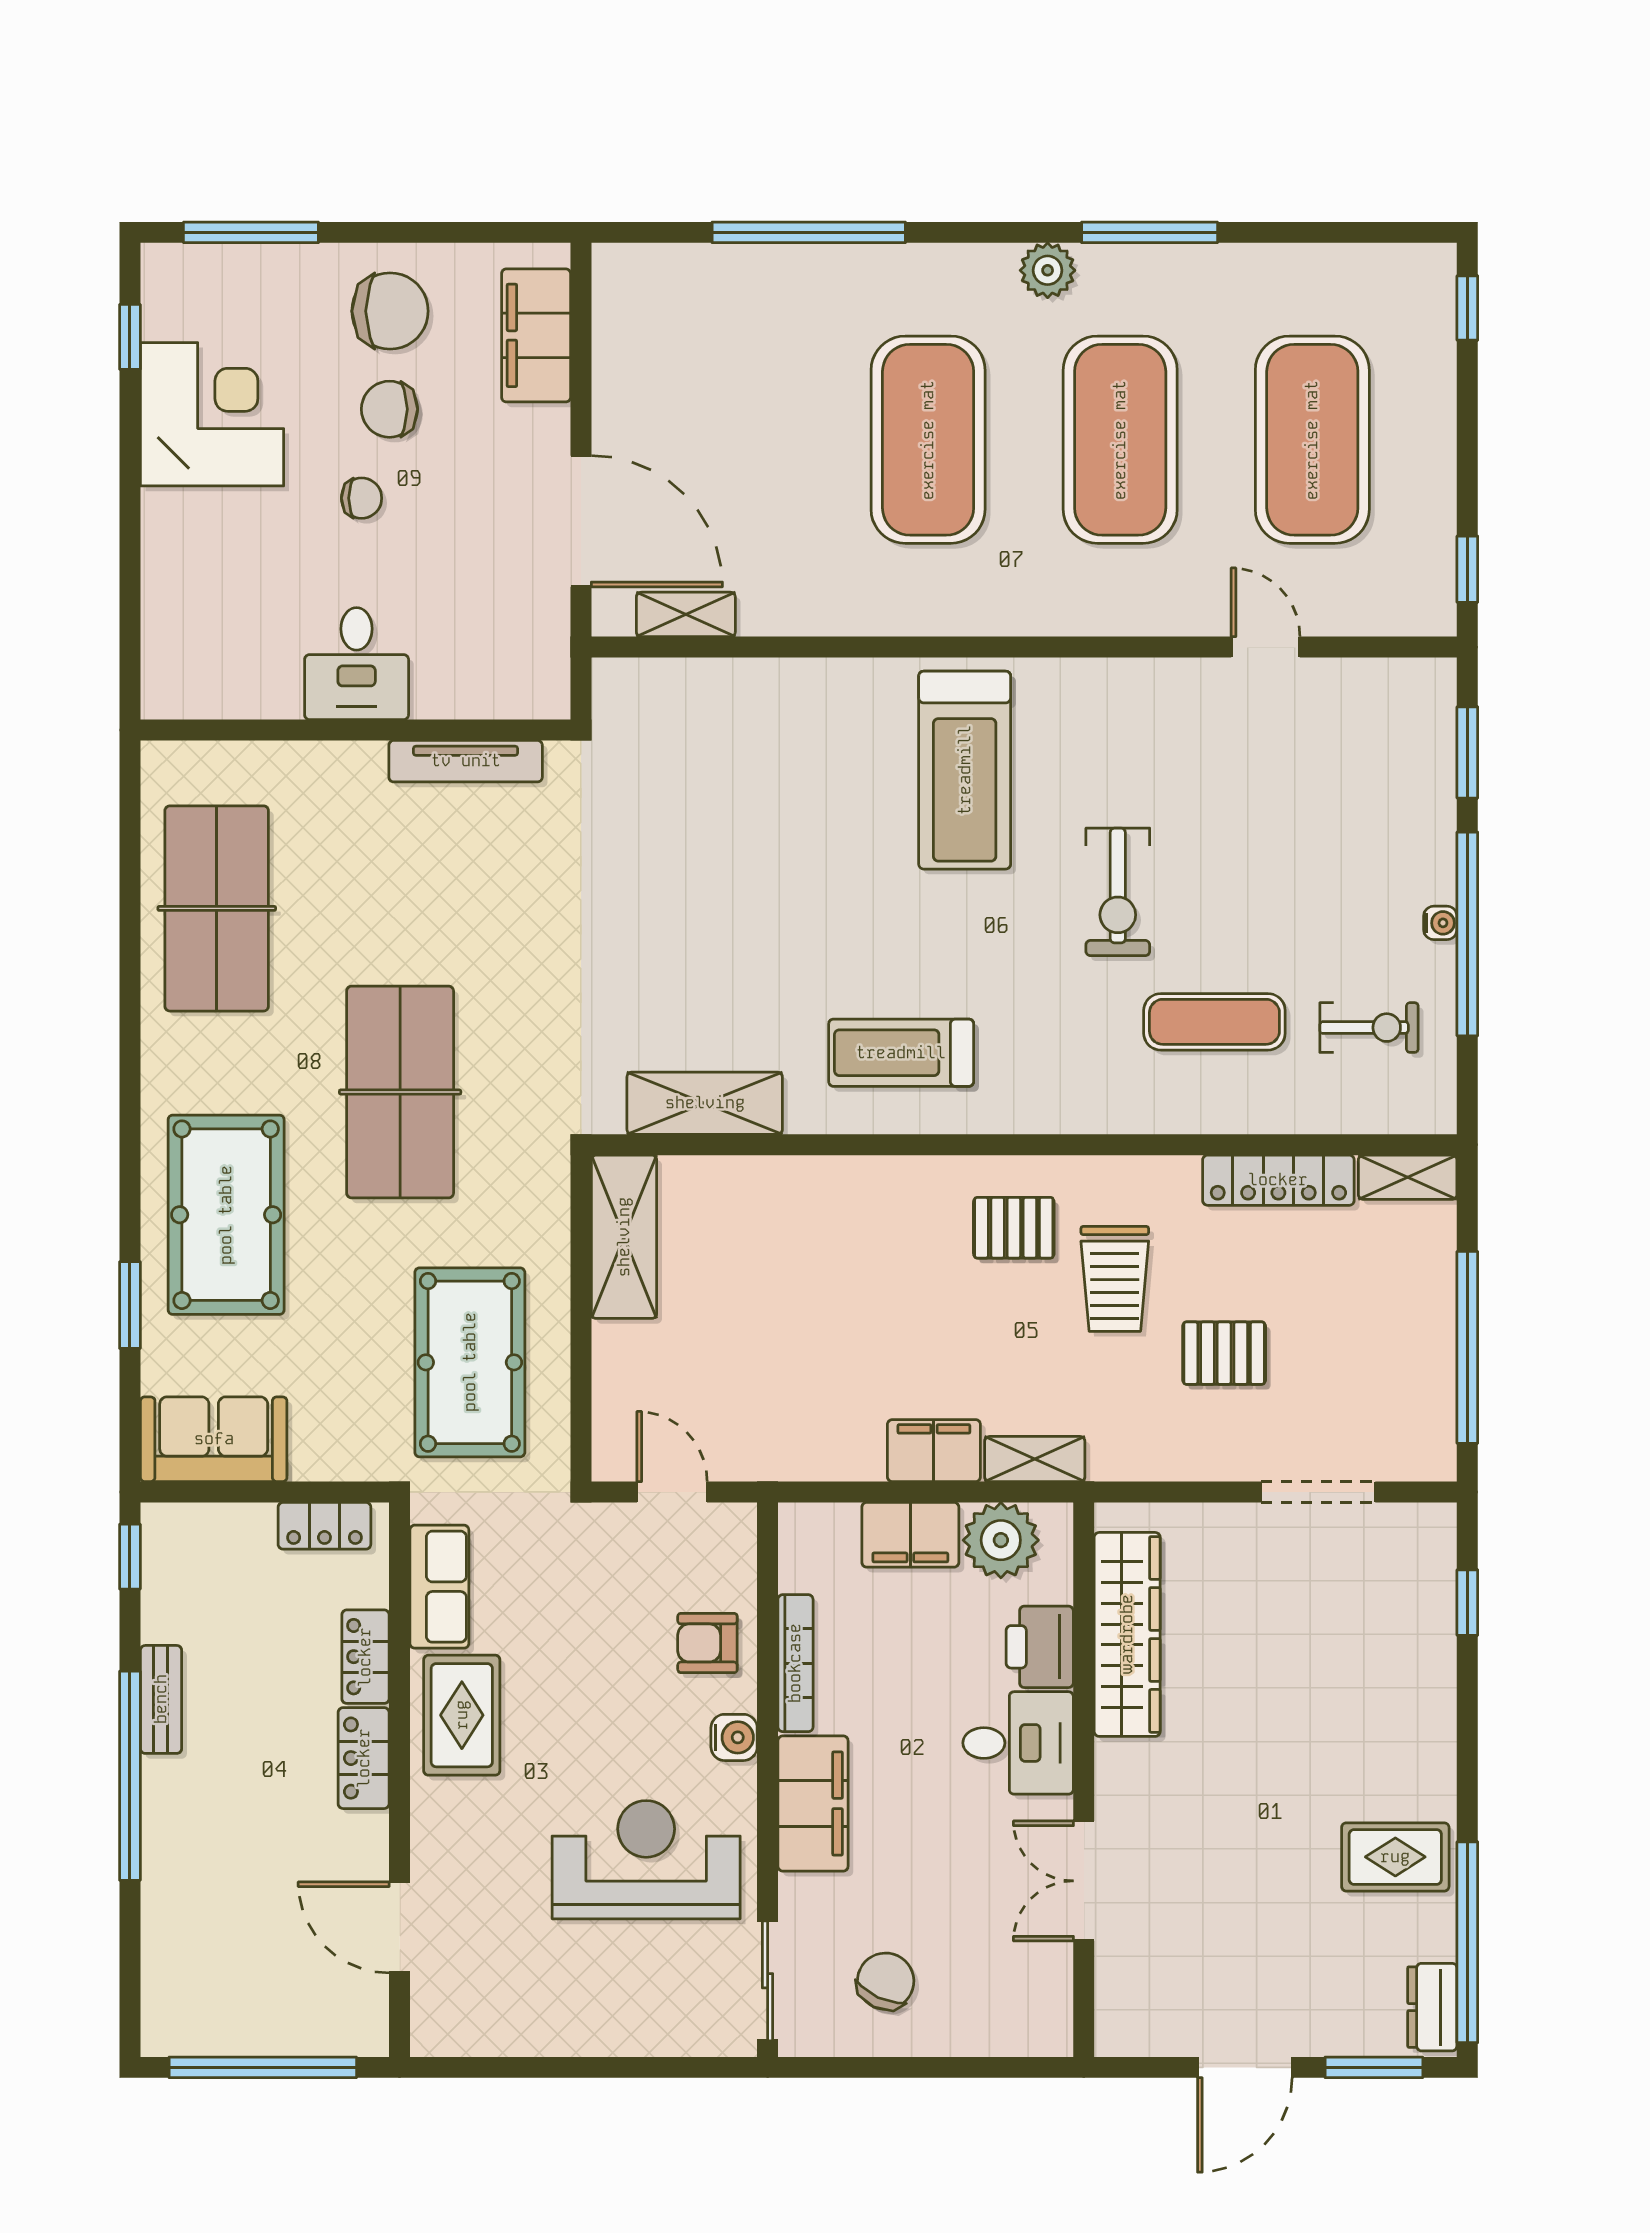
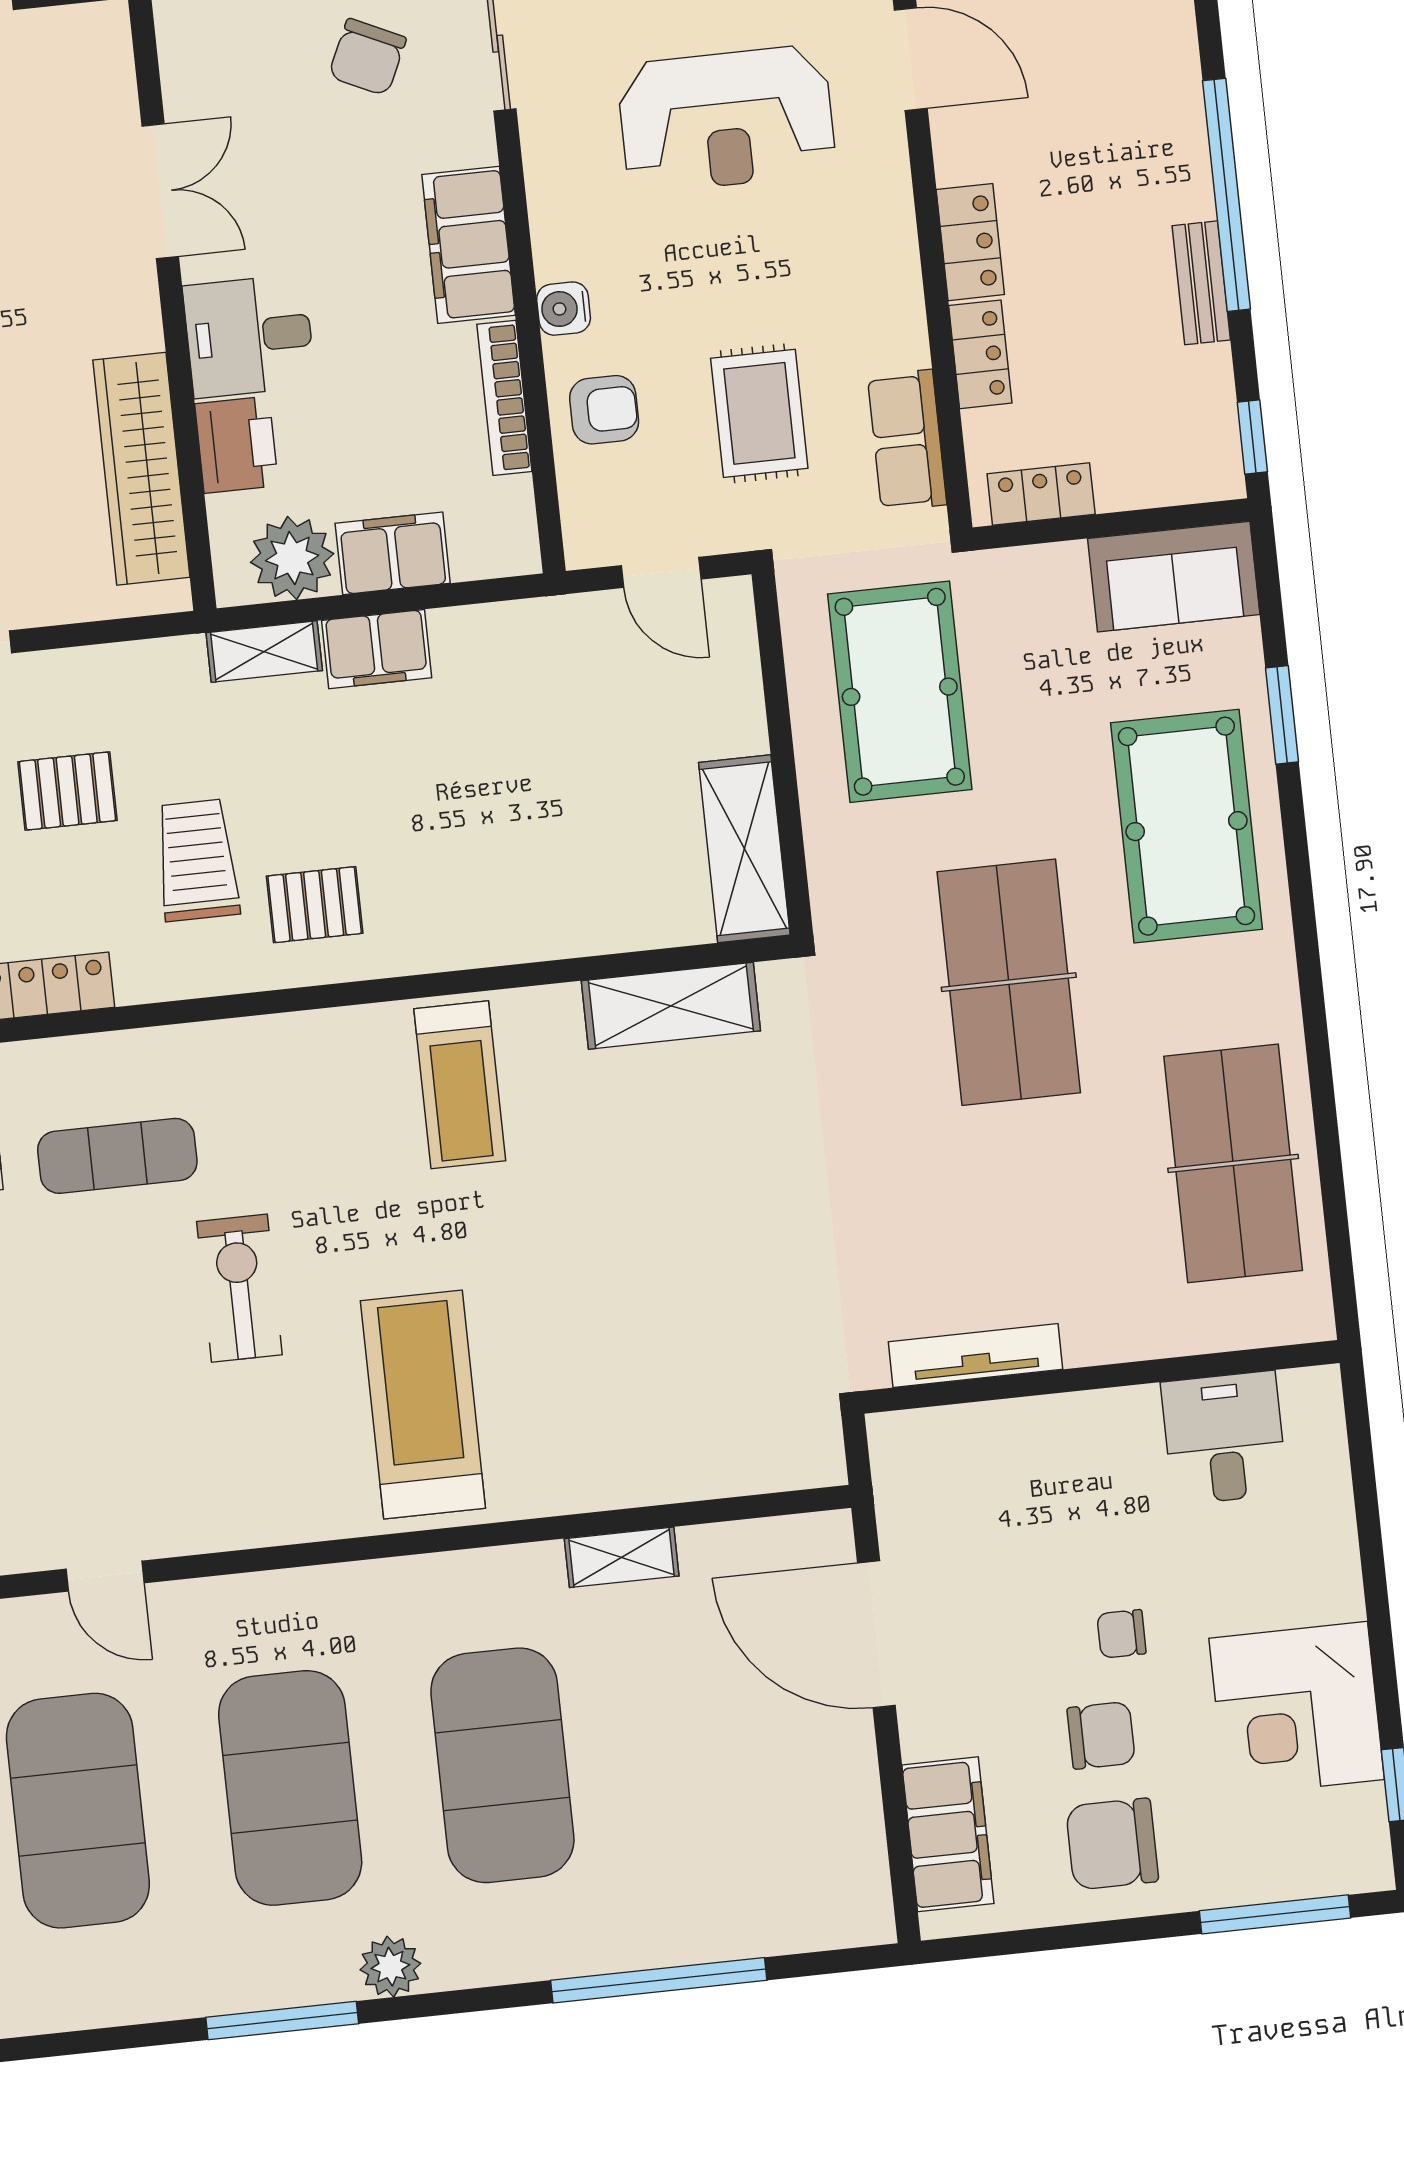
shelving: (686, 614) -> (622, 1557), moved
desk: (357, 664) -> (1224, 1438), moved
treadmill: (901, 1053) -> (460, 1085), turned 90
rug: (462, 1715) -> (759, 413), moved
reception desk: (646, 1860) -> (726, 119), moved

